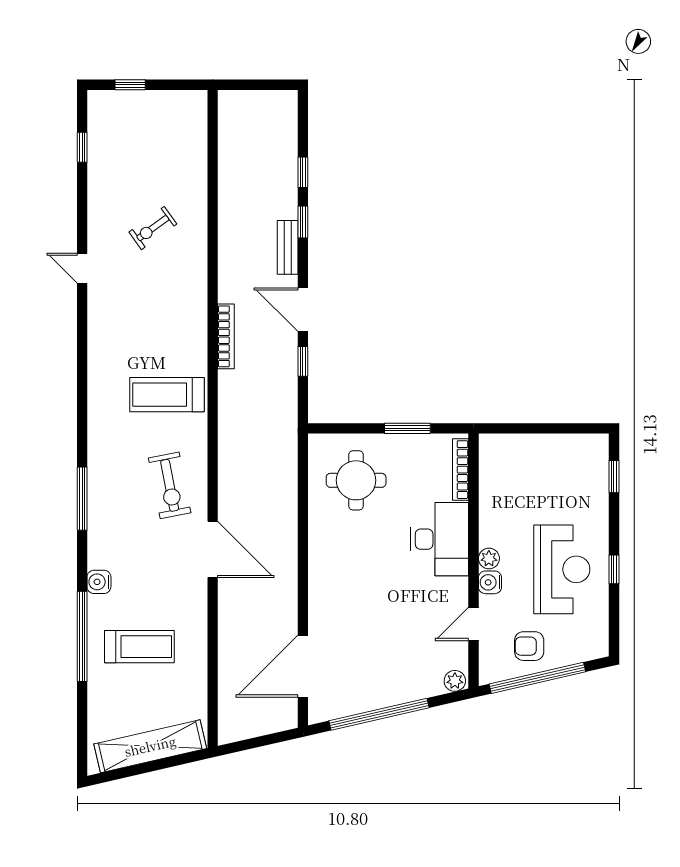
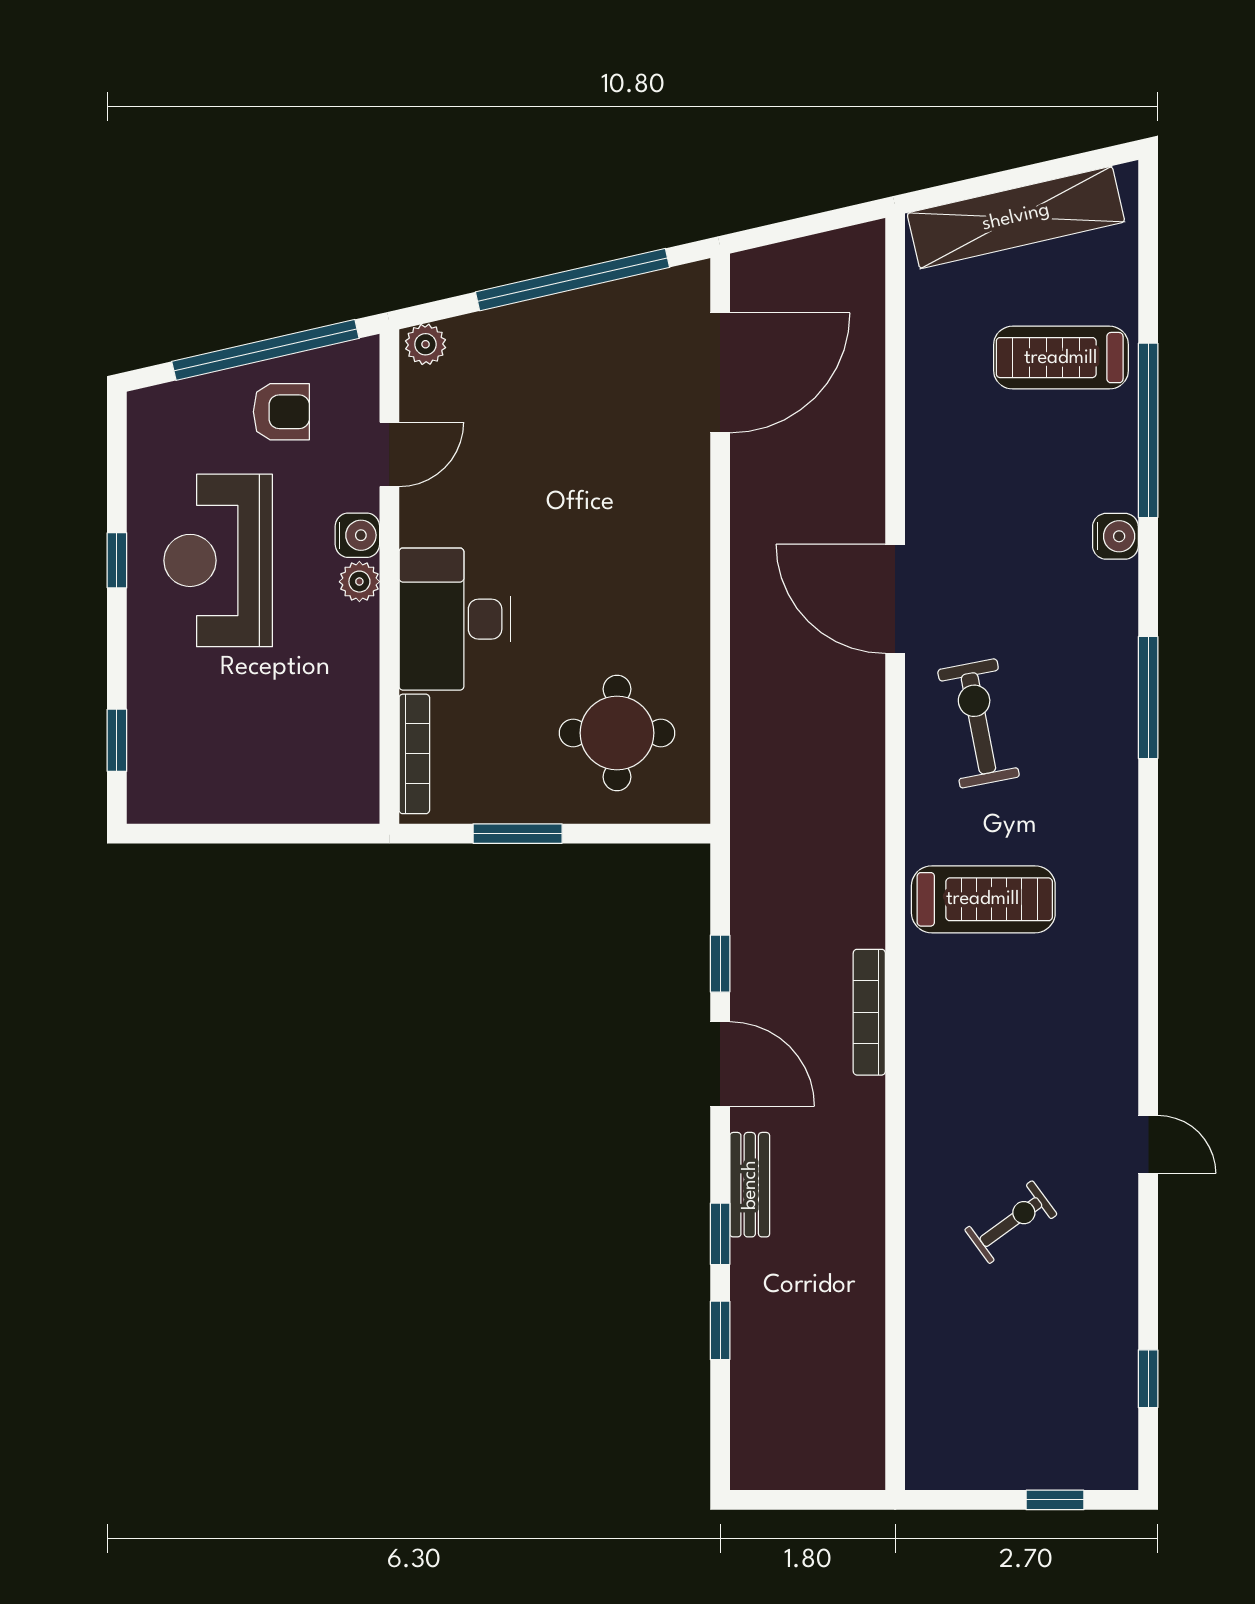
treadmill: (139, 647) -> (1061, 358), moved

